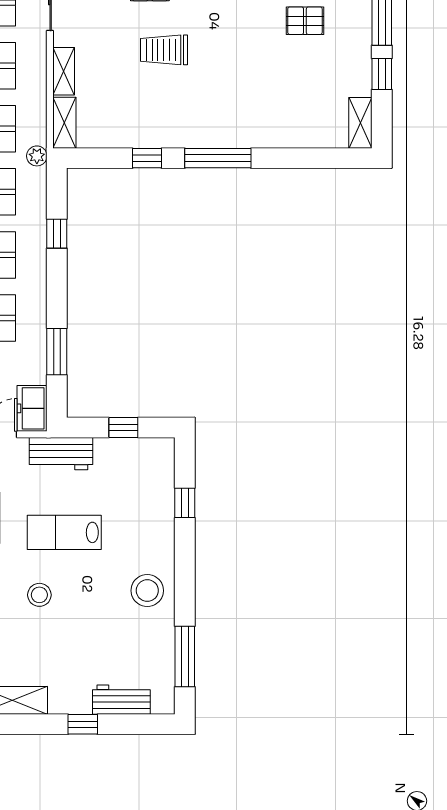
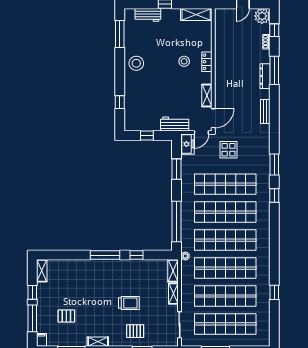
window: (57, 234) -> (176, 222), width x3.17
lab bench: (64, 532) -> (173, 89), removed

